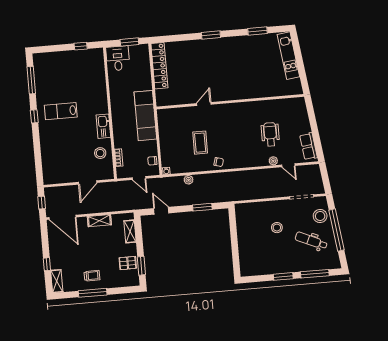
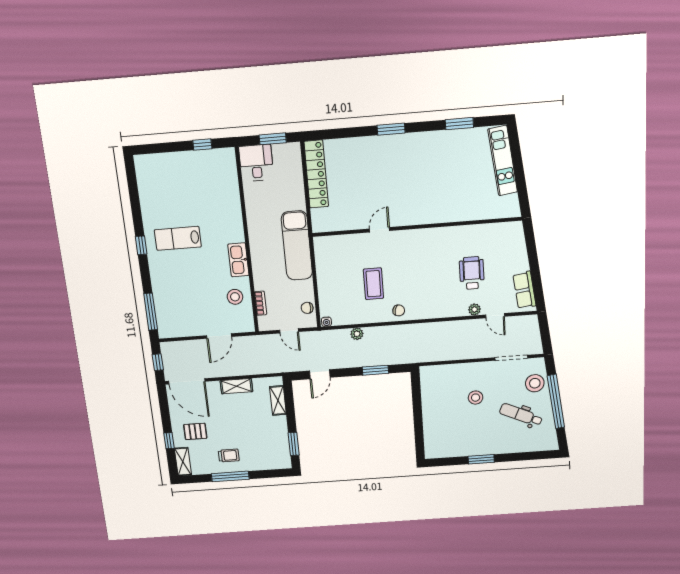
window: (31, 80) -> (151, 312), moved
door: (161, 211) -> (320, 374), swing flipped
pallet: (128, 263) -> (195, 431), moved
window: (315, 274) -> (523, 456), removed

